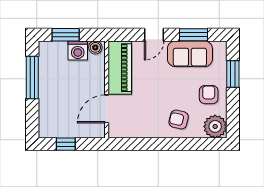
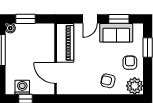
boiler: (95, 47) -> (10, 28), moved
washing machine: (78, 51) -> (22, 87), moved, turned 180
door: (107, 109) -> (55, 73), hinge flipped

